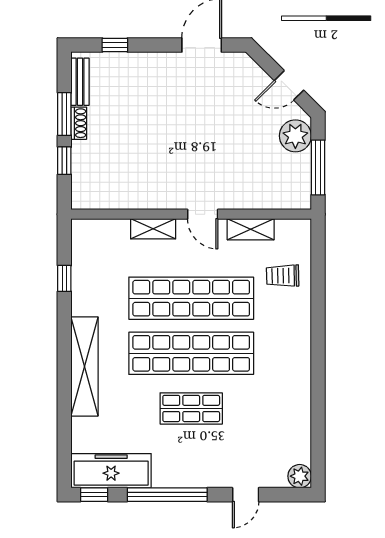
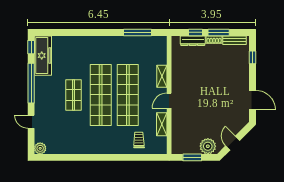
dresser: (81, 166) -> (193, 41), added
window: (318, 167) -> (192, 157), width x0.69
window: (64, 278) -> (138, 32), width x2.17
shelving: (85, 366) -> (94, 42), removed

